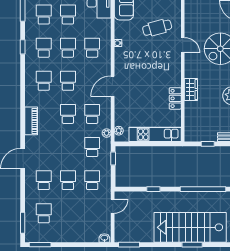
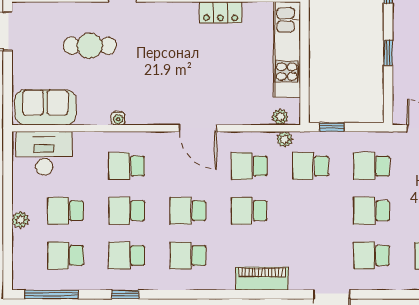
cafe table: (157, 28) -> (90, 46), turned -75

